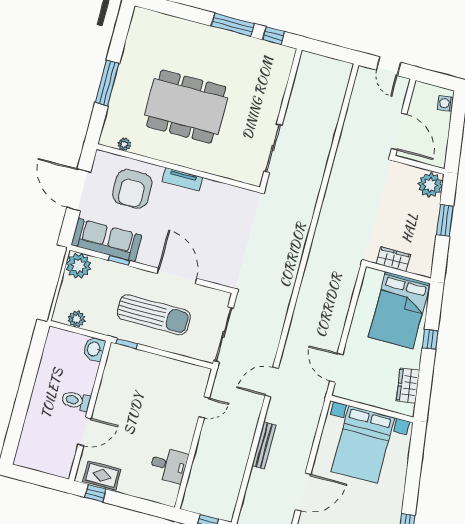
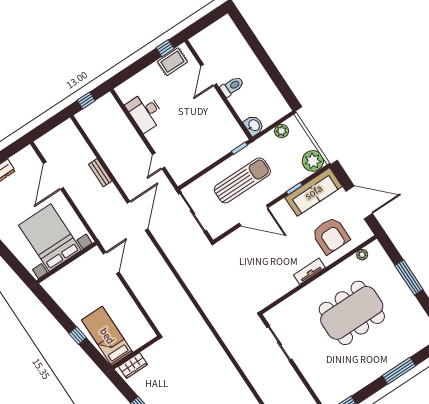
window: (233, 25) -> (399, 371), moved
armchair: (132, 189) -> (331, 236), turned 180
wardrobe: (393, 259) -> (133, 366), moved
bed: (399, 310) -> (107, 336), width x0.67
sun lounger: (154, 315) -> (242, 180), turned 180
door: (336, 368) -> (111, 263), hinge flipped
door: (272, 382) -> (138, 216), width x1.36
wardrobe: (408, 386) -> (62, 297), removed
bench: (264, 445) -> (100, 173), width x0.73
desk: (169, 465) -> (145, 112), width x1.37

